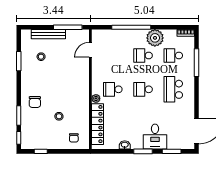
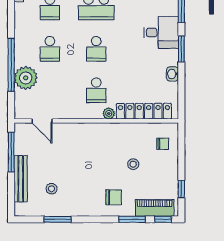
plant: (155, 38) -> (26, 78), moved
piano: (27, 132) -> (155, 208), added

